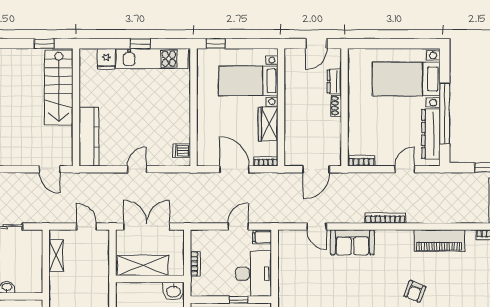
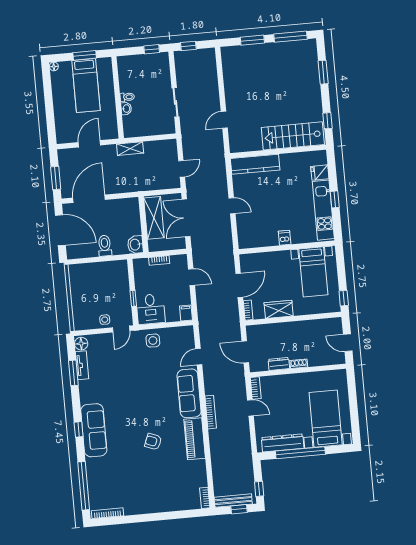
window: (216, 44) -> (344, 298), moved
bed with nightstands: (248, 81) -> (313, 272), moved, turned 180
dresser: (334, 81) -> (279, 364), moved
dishwasher: (182, 151) -> (285, 238), moved
door: (50, 169) -> (224, 120), moved
door: (405, 169) -> (250, 408), moved
double door: (147, 226) -> (186, 218), swing flipped
door: (238, 226) -> (191, 277), moved
piano: (439, 241) -> (195, 439), moved
sofa: (352, 242) -> (189, 393), width x1.36
shelving: (56, 255) -> (130, 149), moved
desk: (253, 274) -> (151, 309), width x0.73
side table: (292, 280) -> (153, 341), added

